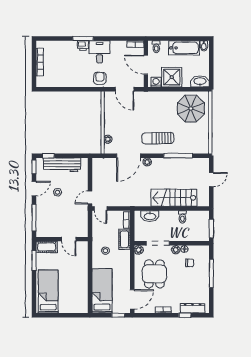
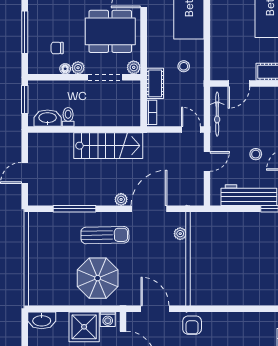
parasol: (191, 109) -> (98, 278), moved
door: (90, 198) -> (207, 161), moved
stairs: (174, 198) -> (108, 146), moved
washbasin: (150, 216) -> (48, 118), moved
bicycle: (83, 219) -> (217, 114), added
door: (69, 239) -> (239, 84), swing flipped
dining table: (154, 274) -> (110, 31), width x1.37

